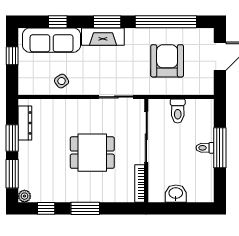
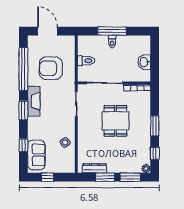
fireplace: (103, 37) -> (34, 101), moved
sofa: (52, 40) -> (36, 155), width x0.73

